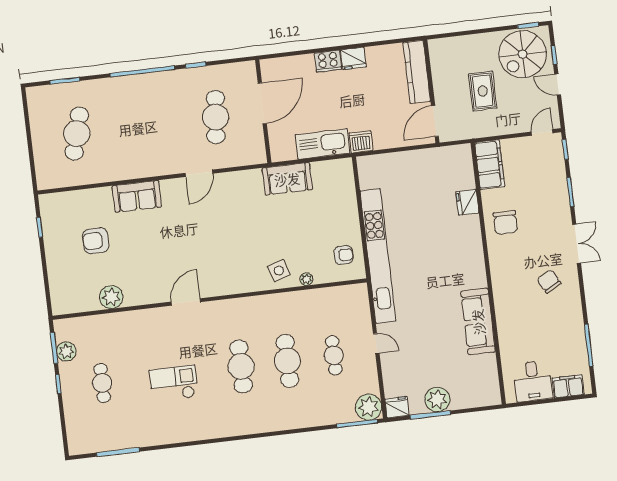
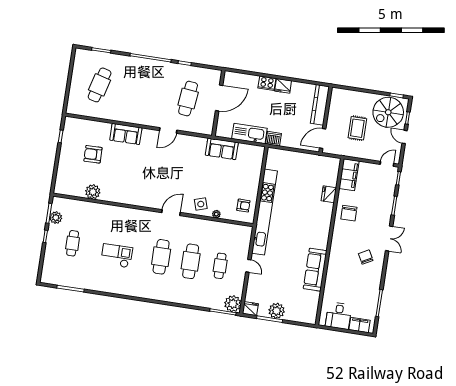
door: (186, 302) -> (171, 213), moved

